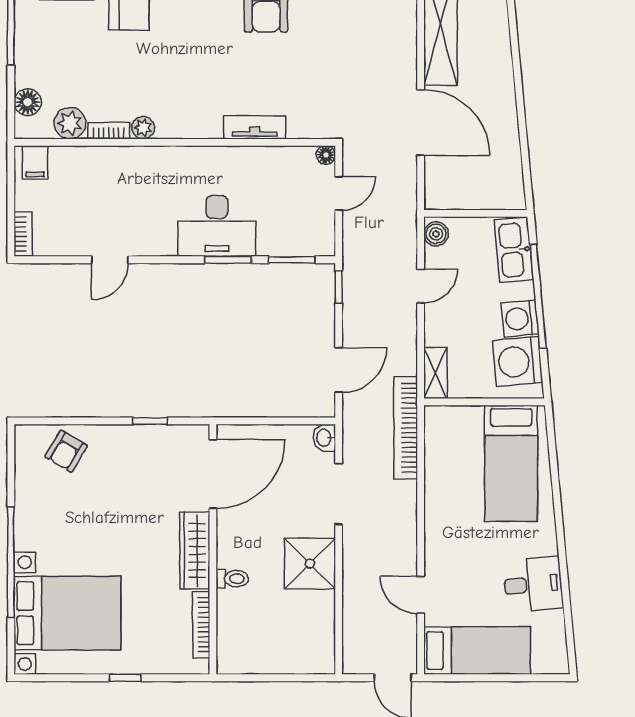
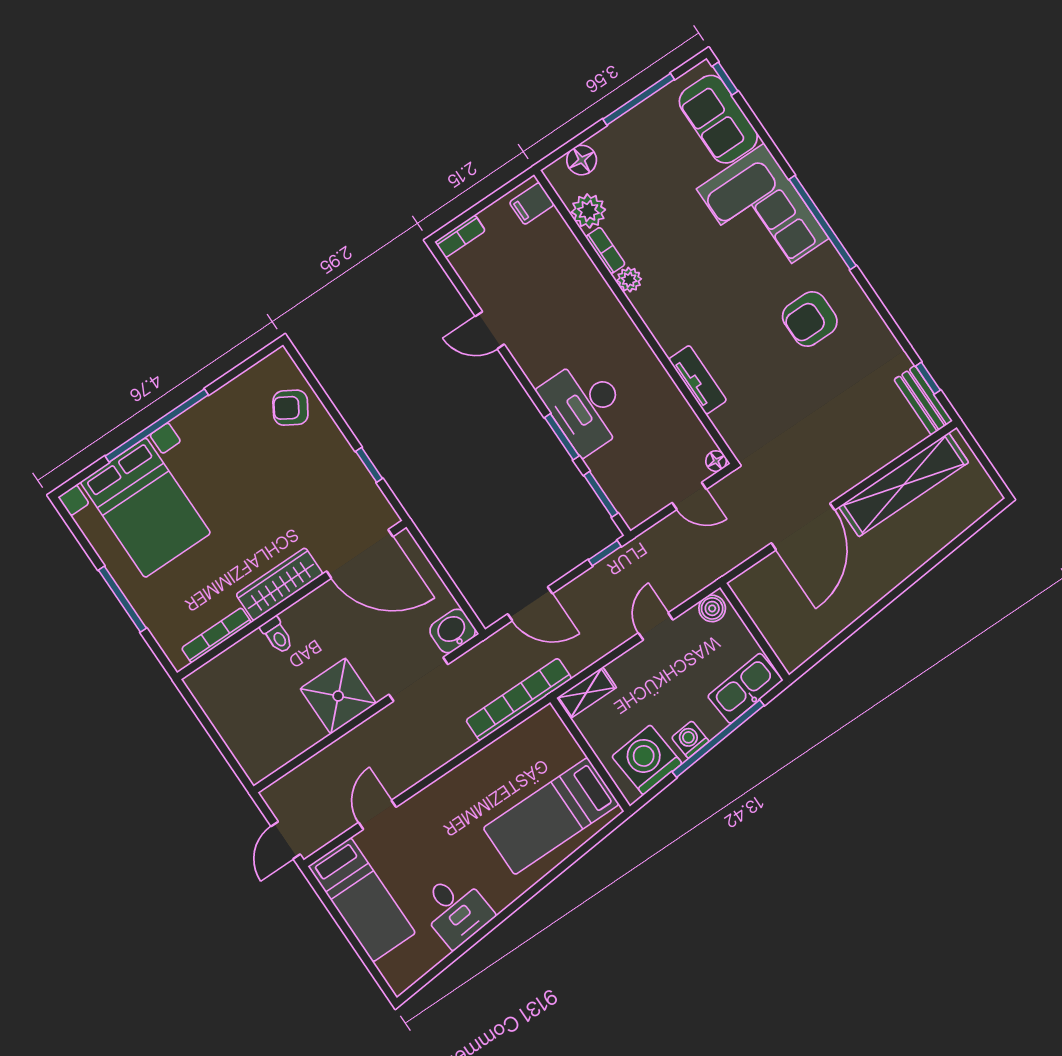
door: (421, 286) -> (656, 626), swing flipped
washing machine: (520, 319) -> (690, 739), width x0.73, depth x0.73
washbasin: (324, 438) -> (453, 631), width x1.38, depth x1.45
window: (125, 678) -> (122, 599), width x2.17

